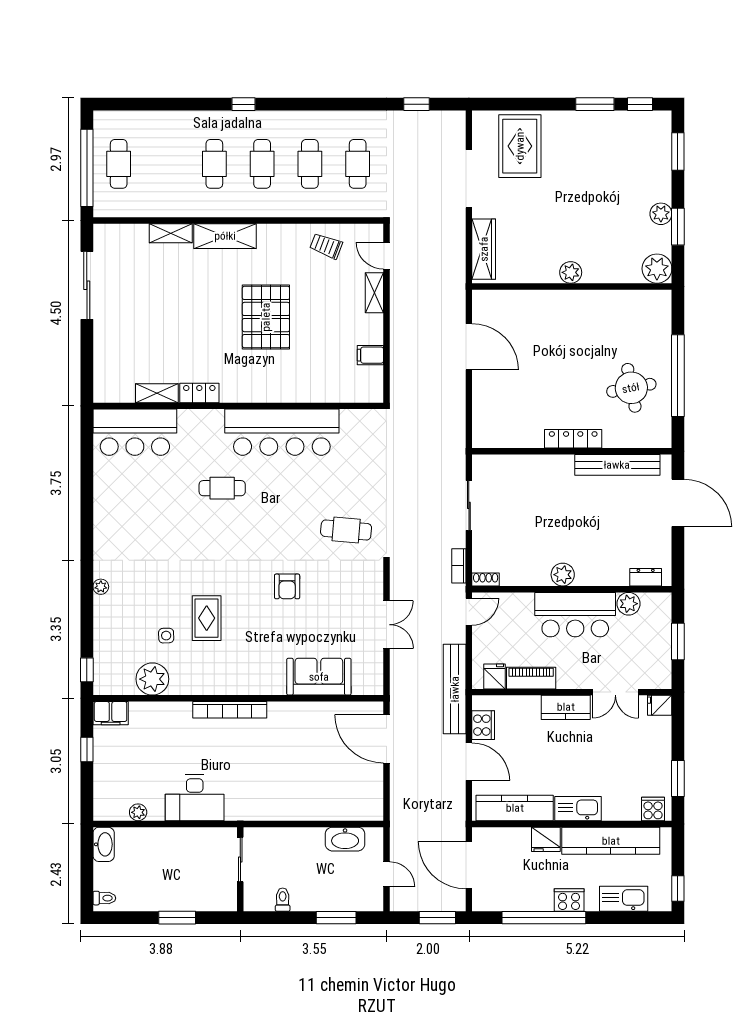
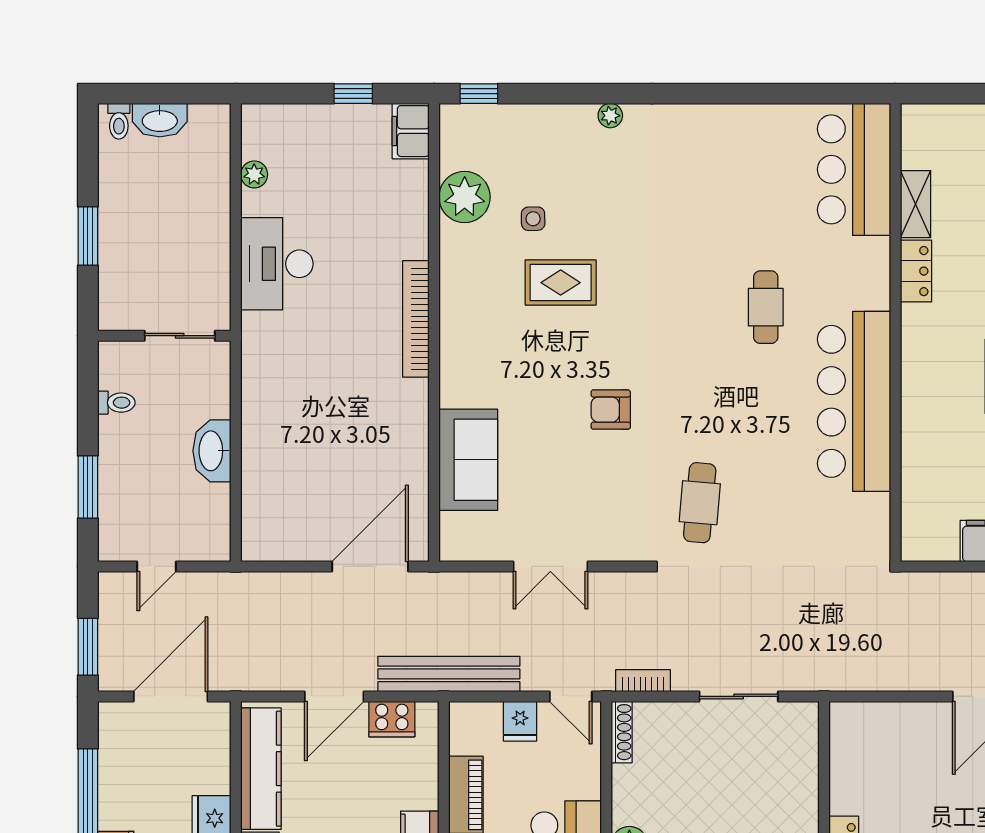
shoe rack: (486, 579) -> (622, 732), width x1.43
fridge: (494, 676) -> (520, 721), moved, turned 90
washbasin: (345, 839) -> (212, 451), moved
washbasin: (104, 844) -> (160, 120), moved

